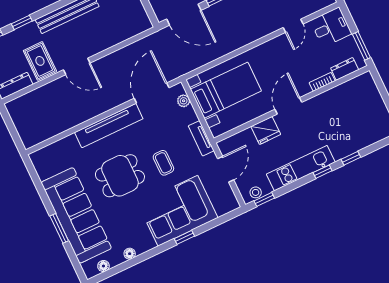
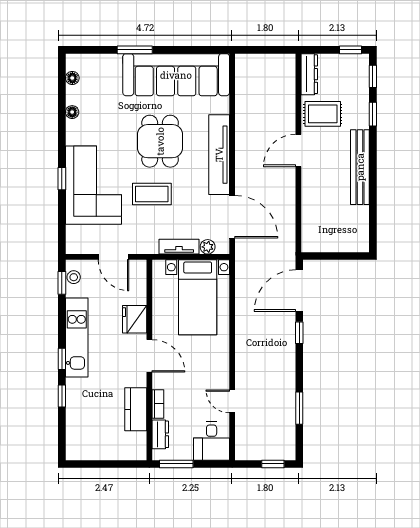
kitchen counter: (334, 97) -> (136, 409), added
tv unit: (201, 138) -> (179, 247), moved
coffee table: (163, 163) -> (152, 194), width x1.36, depth x1.30
sofa: (76, 215) -> (176, 75), moved

